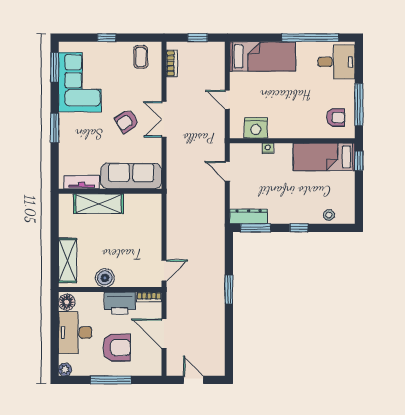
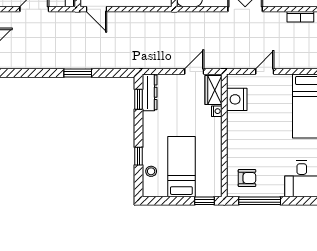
armchair: (336, 118) -> (247, 178), turned -90
wardrobe: (246, 152) -> (213, 90), added
bed: (324, 157) -> (181, 167), moved
window: (256, 228) -> (138, 99), width x0.67
window: (299, 228) -> (138, 156), moved

